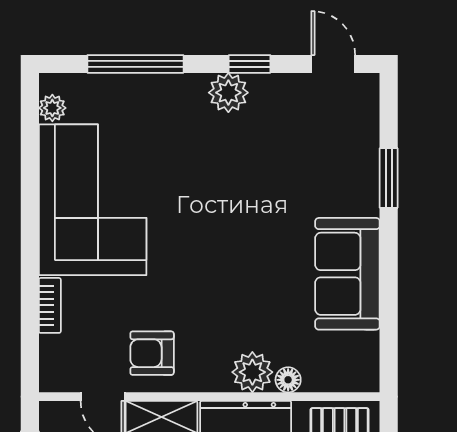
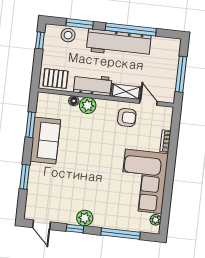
window: (389, 309) -> (30, 125), added

